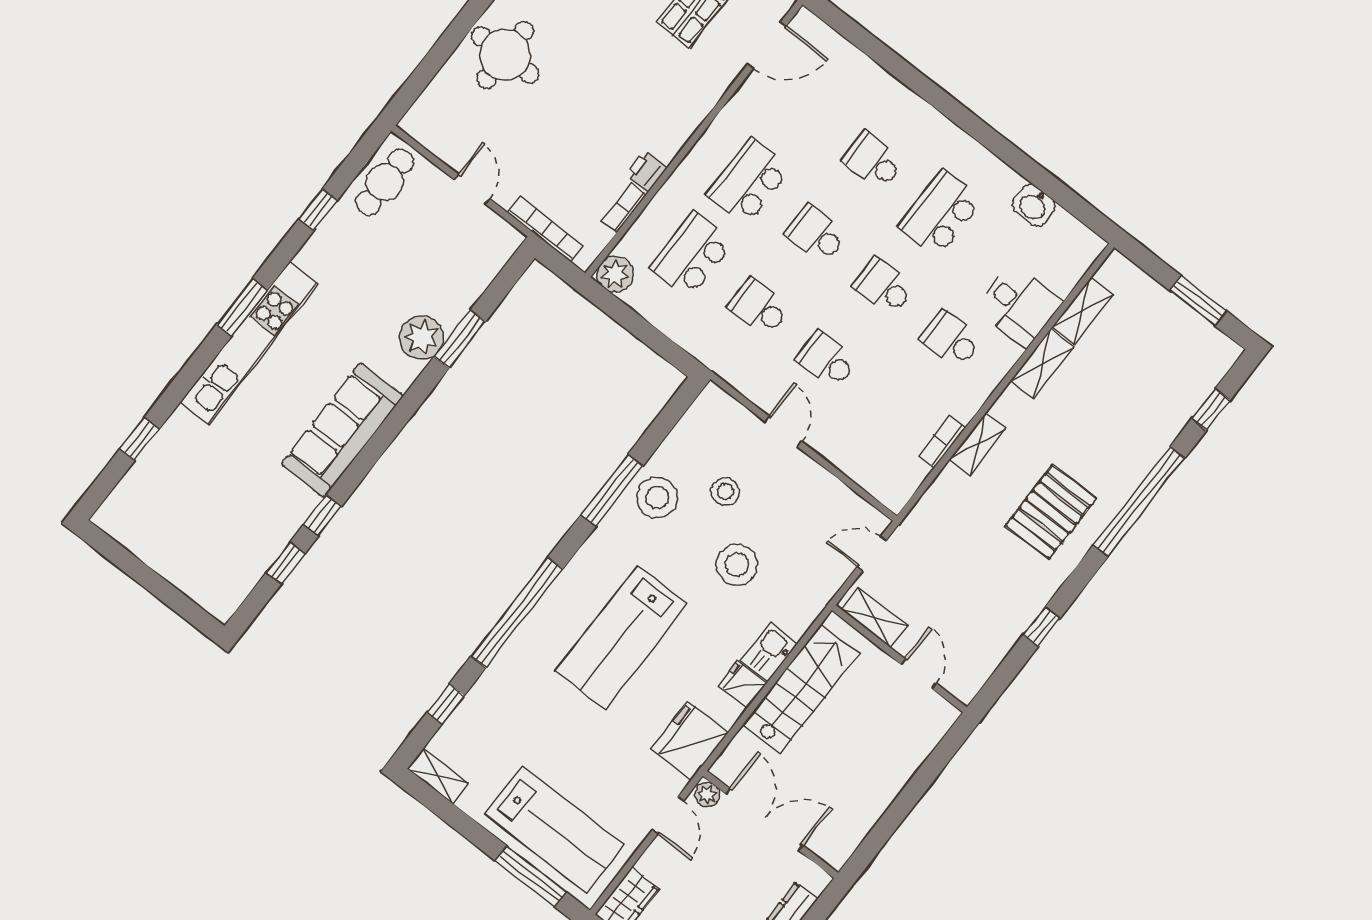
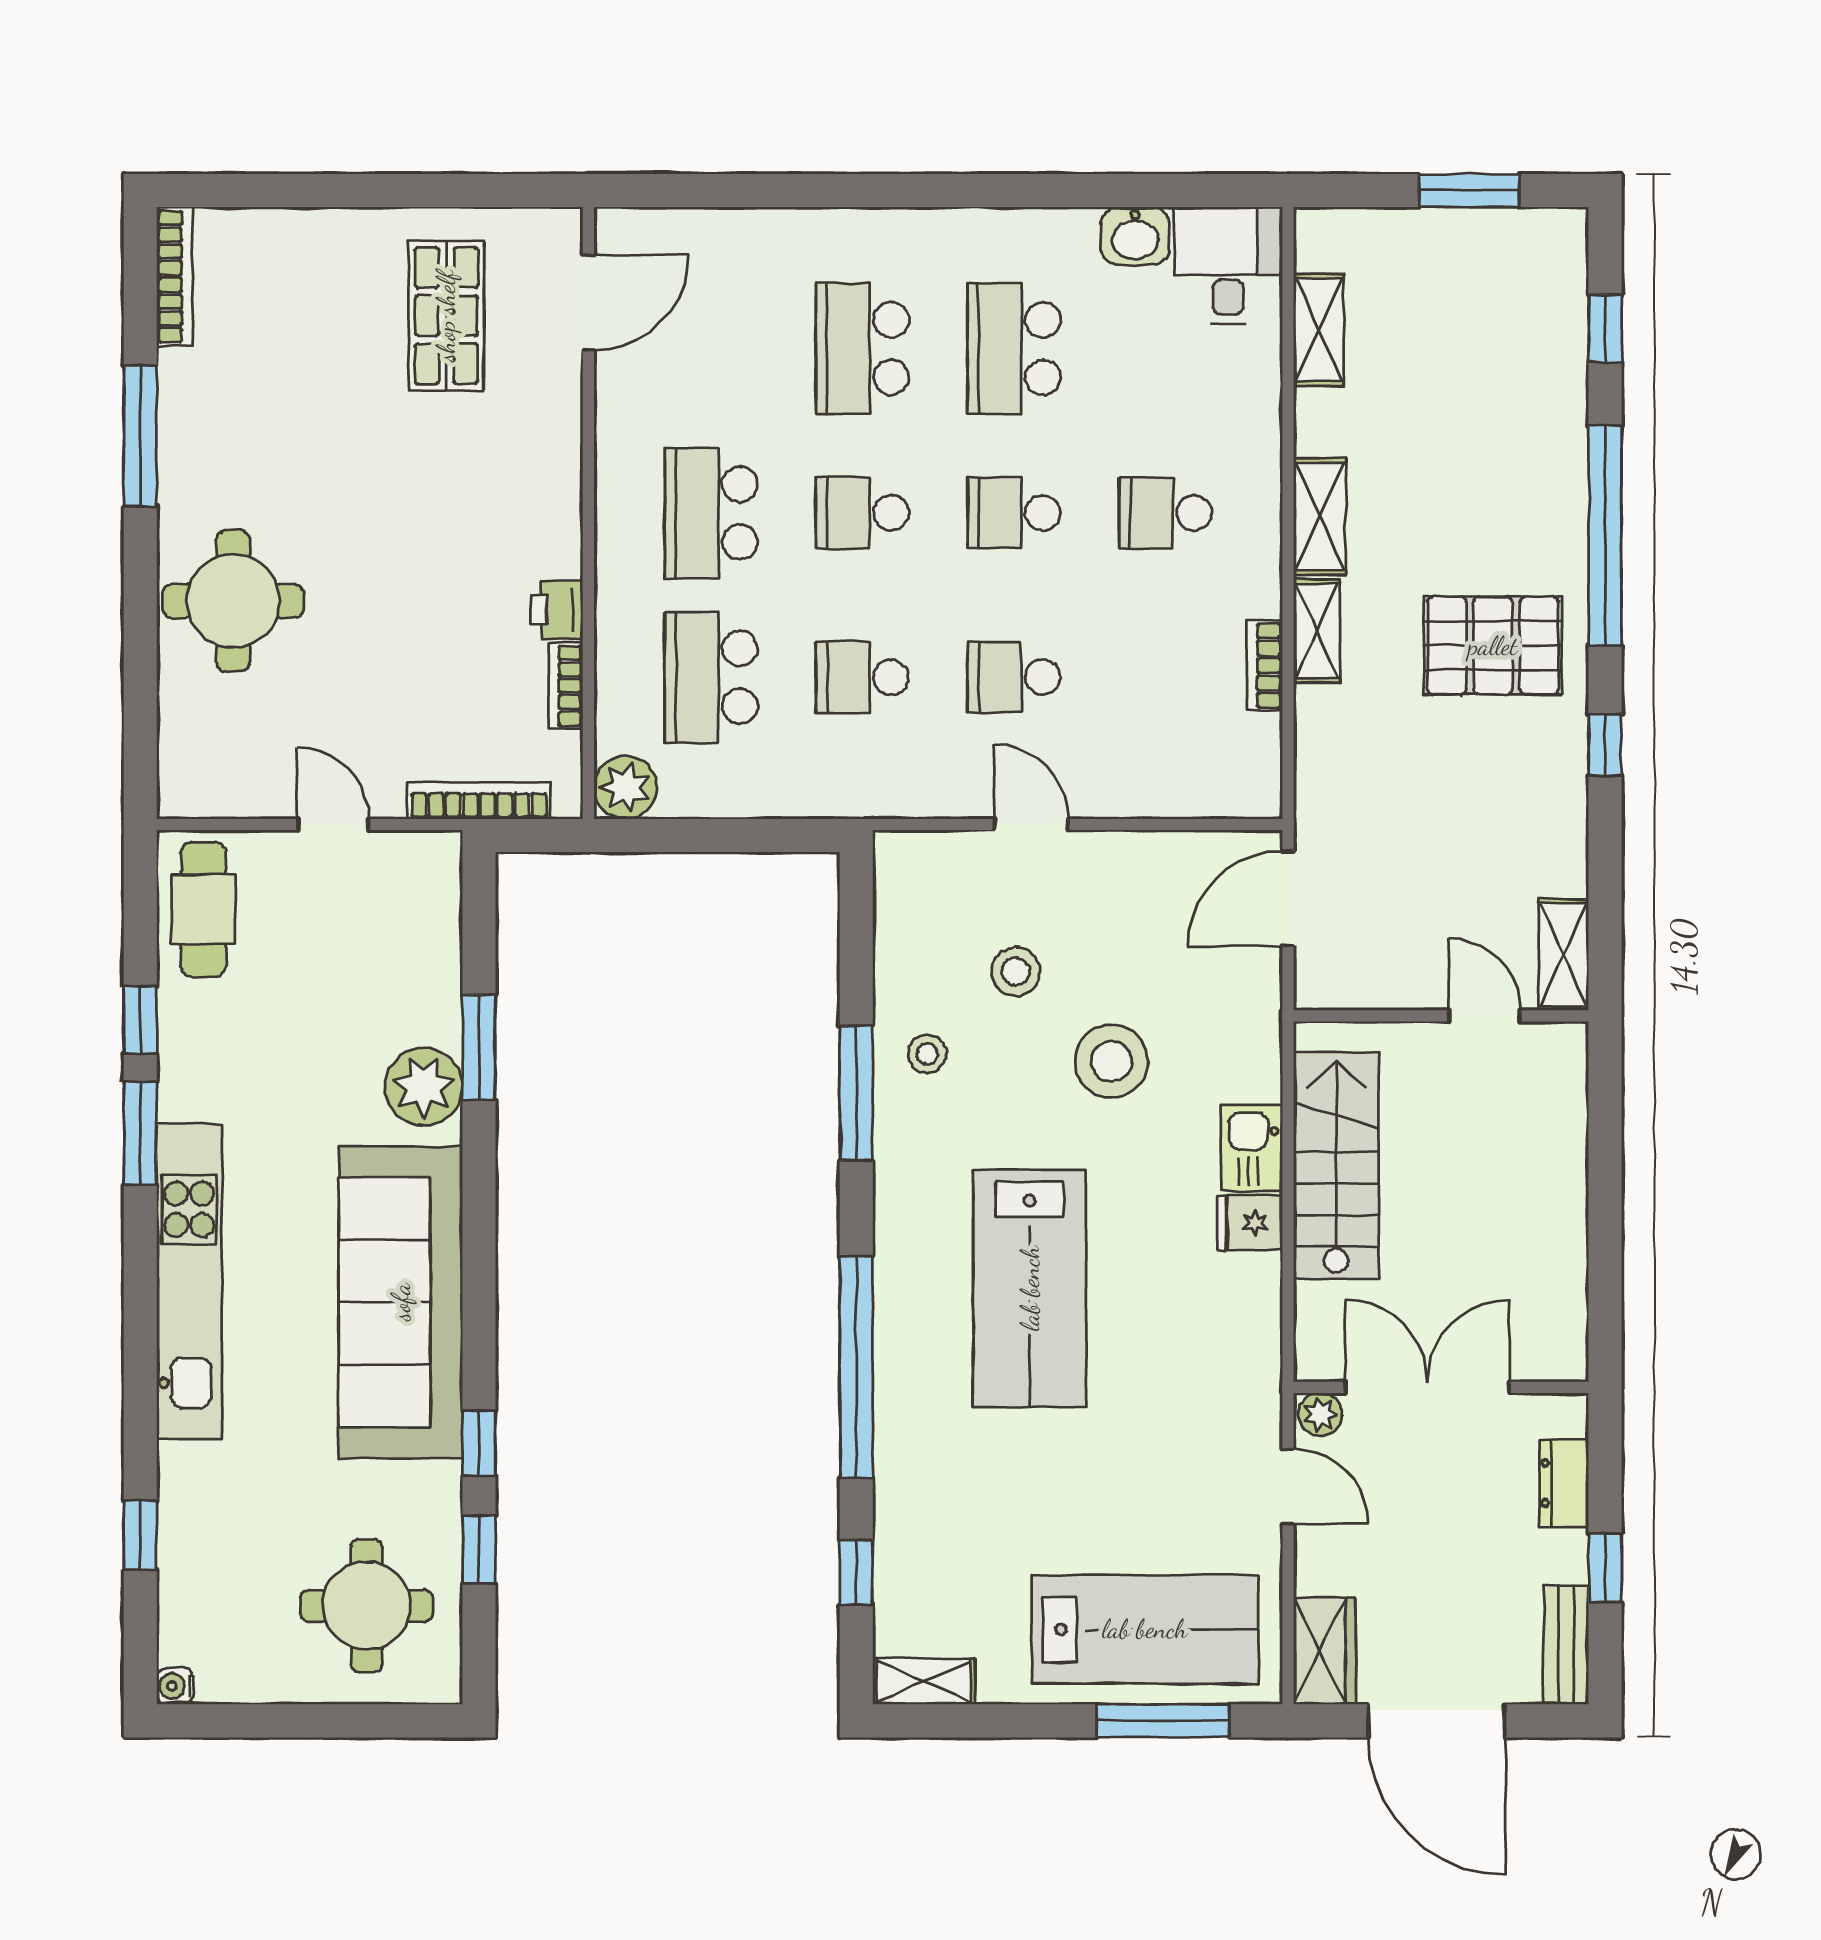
school desk: (873, 161) -> (862, 349), width x1.85
desk: (1019, 305) -> (1228, 265), moved, turned -90
window: (242, 307) -> (140, 1133), moved
shelving: (1042, 364) -> (1320, 516), moved
sofa: (342, 430) -> (401, 1302), width x1.36, depth x1.27
stool: (657, 497) -> (927, 1054), width x0.53, depth x0.53
pallet: (1051, 512) -> (1493, 646), turned 90
water cooler: (103, 518) -> (175, 1686), added
round table: (216, 549) -> (367, 1606), added
door: (872, 553) -> (1288, 899), width x1.37
shelving: (875, 618) -> (1564, 955), moved, turned 90
window: (1042, 627) -> (1605, 745), moved
fridge: (690, 741) -> (1237, 1358), removed

